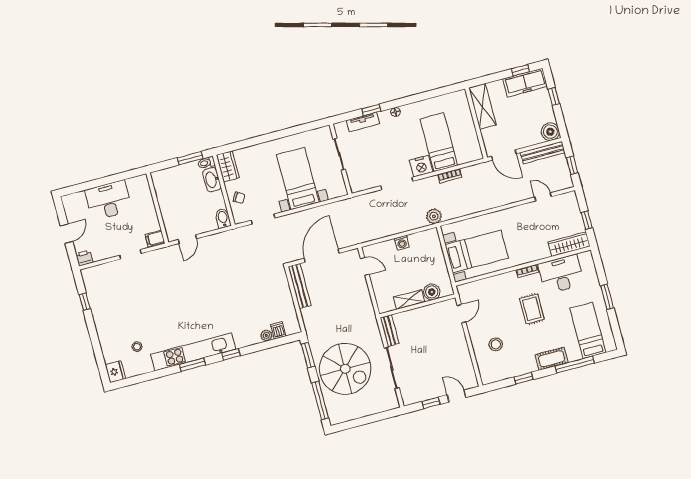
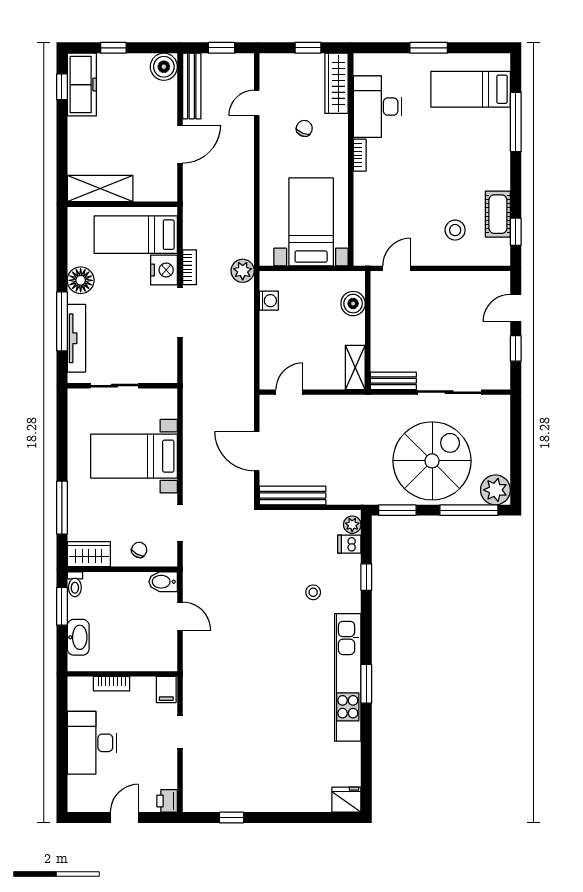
shelving: (482, 106) -> (100, 189), moved
window: (371, 110) -> (62, 321), width x2.17
floor lamp: (395, 112) -> (81, 280), width x1.89, depth x1.89
tv unit: (363, 122) -> (76, 338), width x1.41
wall: (476, 123) -> (122, 204), moved
window: (253, 141) -> (62, 508), added
bookcase: (450, 176) -> (189, 267), moved
washbasin: (212, 180) -> (78, 637), moved, turned -90
bookcase: (149, 203) -> (112, 684), added
chair: (535, 231) -> (304, 128), added
door: (66, 234) -> (124, 818), hinge flipped
door: (187, 239) -> (180, 616), moved
washing machine: (402, 243) -> (269, 301), moved
door: (322, 256) -> (257, 451), width x0.73
shelving: (409, 299) -> (355, 367), moved
rug: (532, 309) -> (417, 163), removed
door: (462, 314) -> (397, 268), hinge flipped
plant: (266, 335) -> (352, 525), moved
stool: (137, 347) -> (313, 592), moved
window: (231, 354) -> (366, 577), moved
cot: (552, 359) -> (498, 214), moved
window: (524, 378) -> (516, 232), moved
plant: (337, 414) -> (495, 490), added

